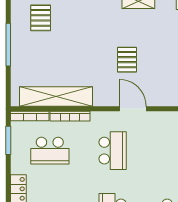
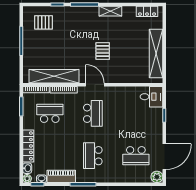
pallet: (41, 18) -> (44, 22), turned 90
door: (133, 109) -> (95, 85), moved
school desk: (50, 151) -> (50, 113), turned 180

